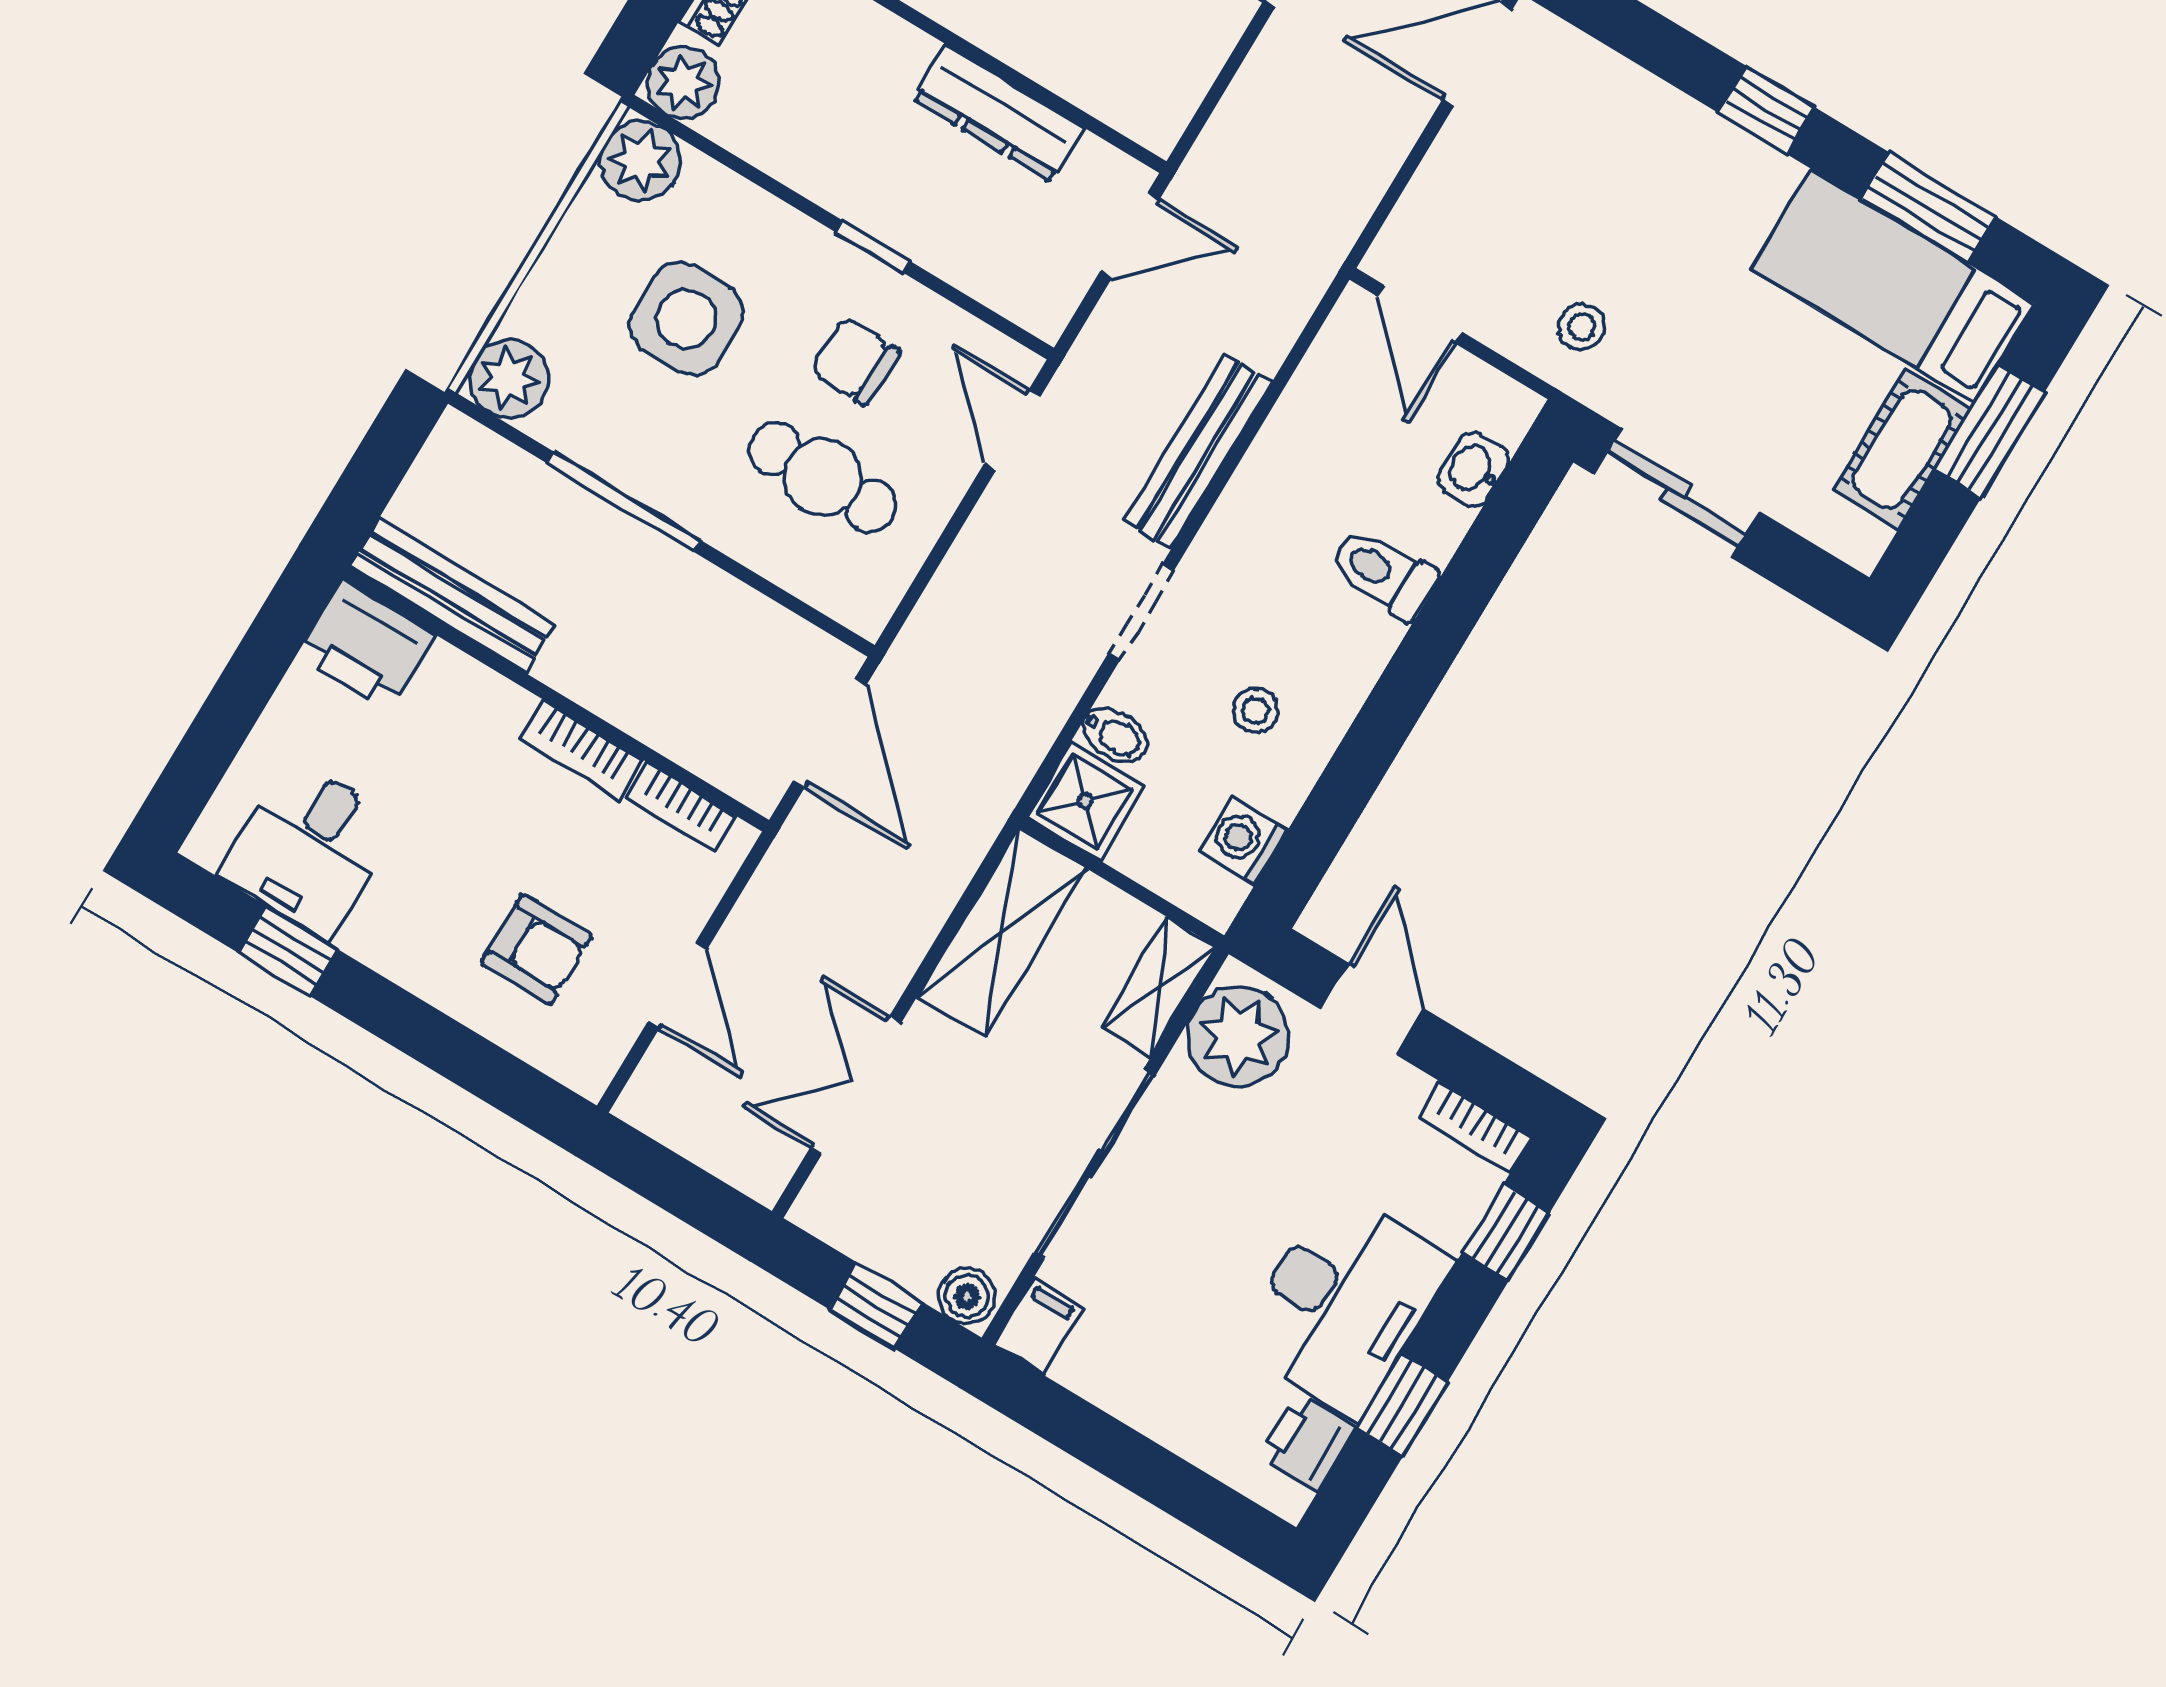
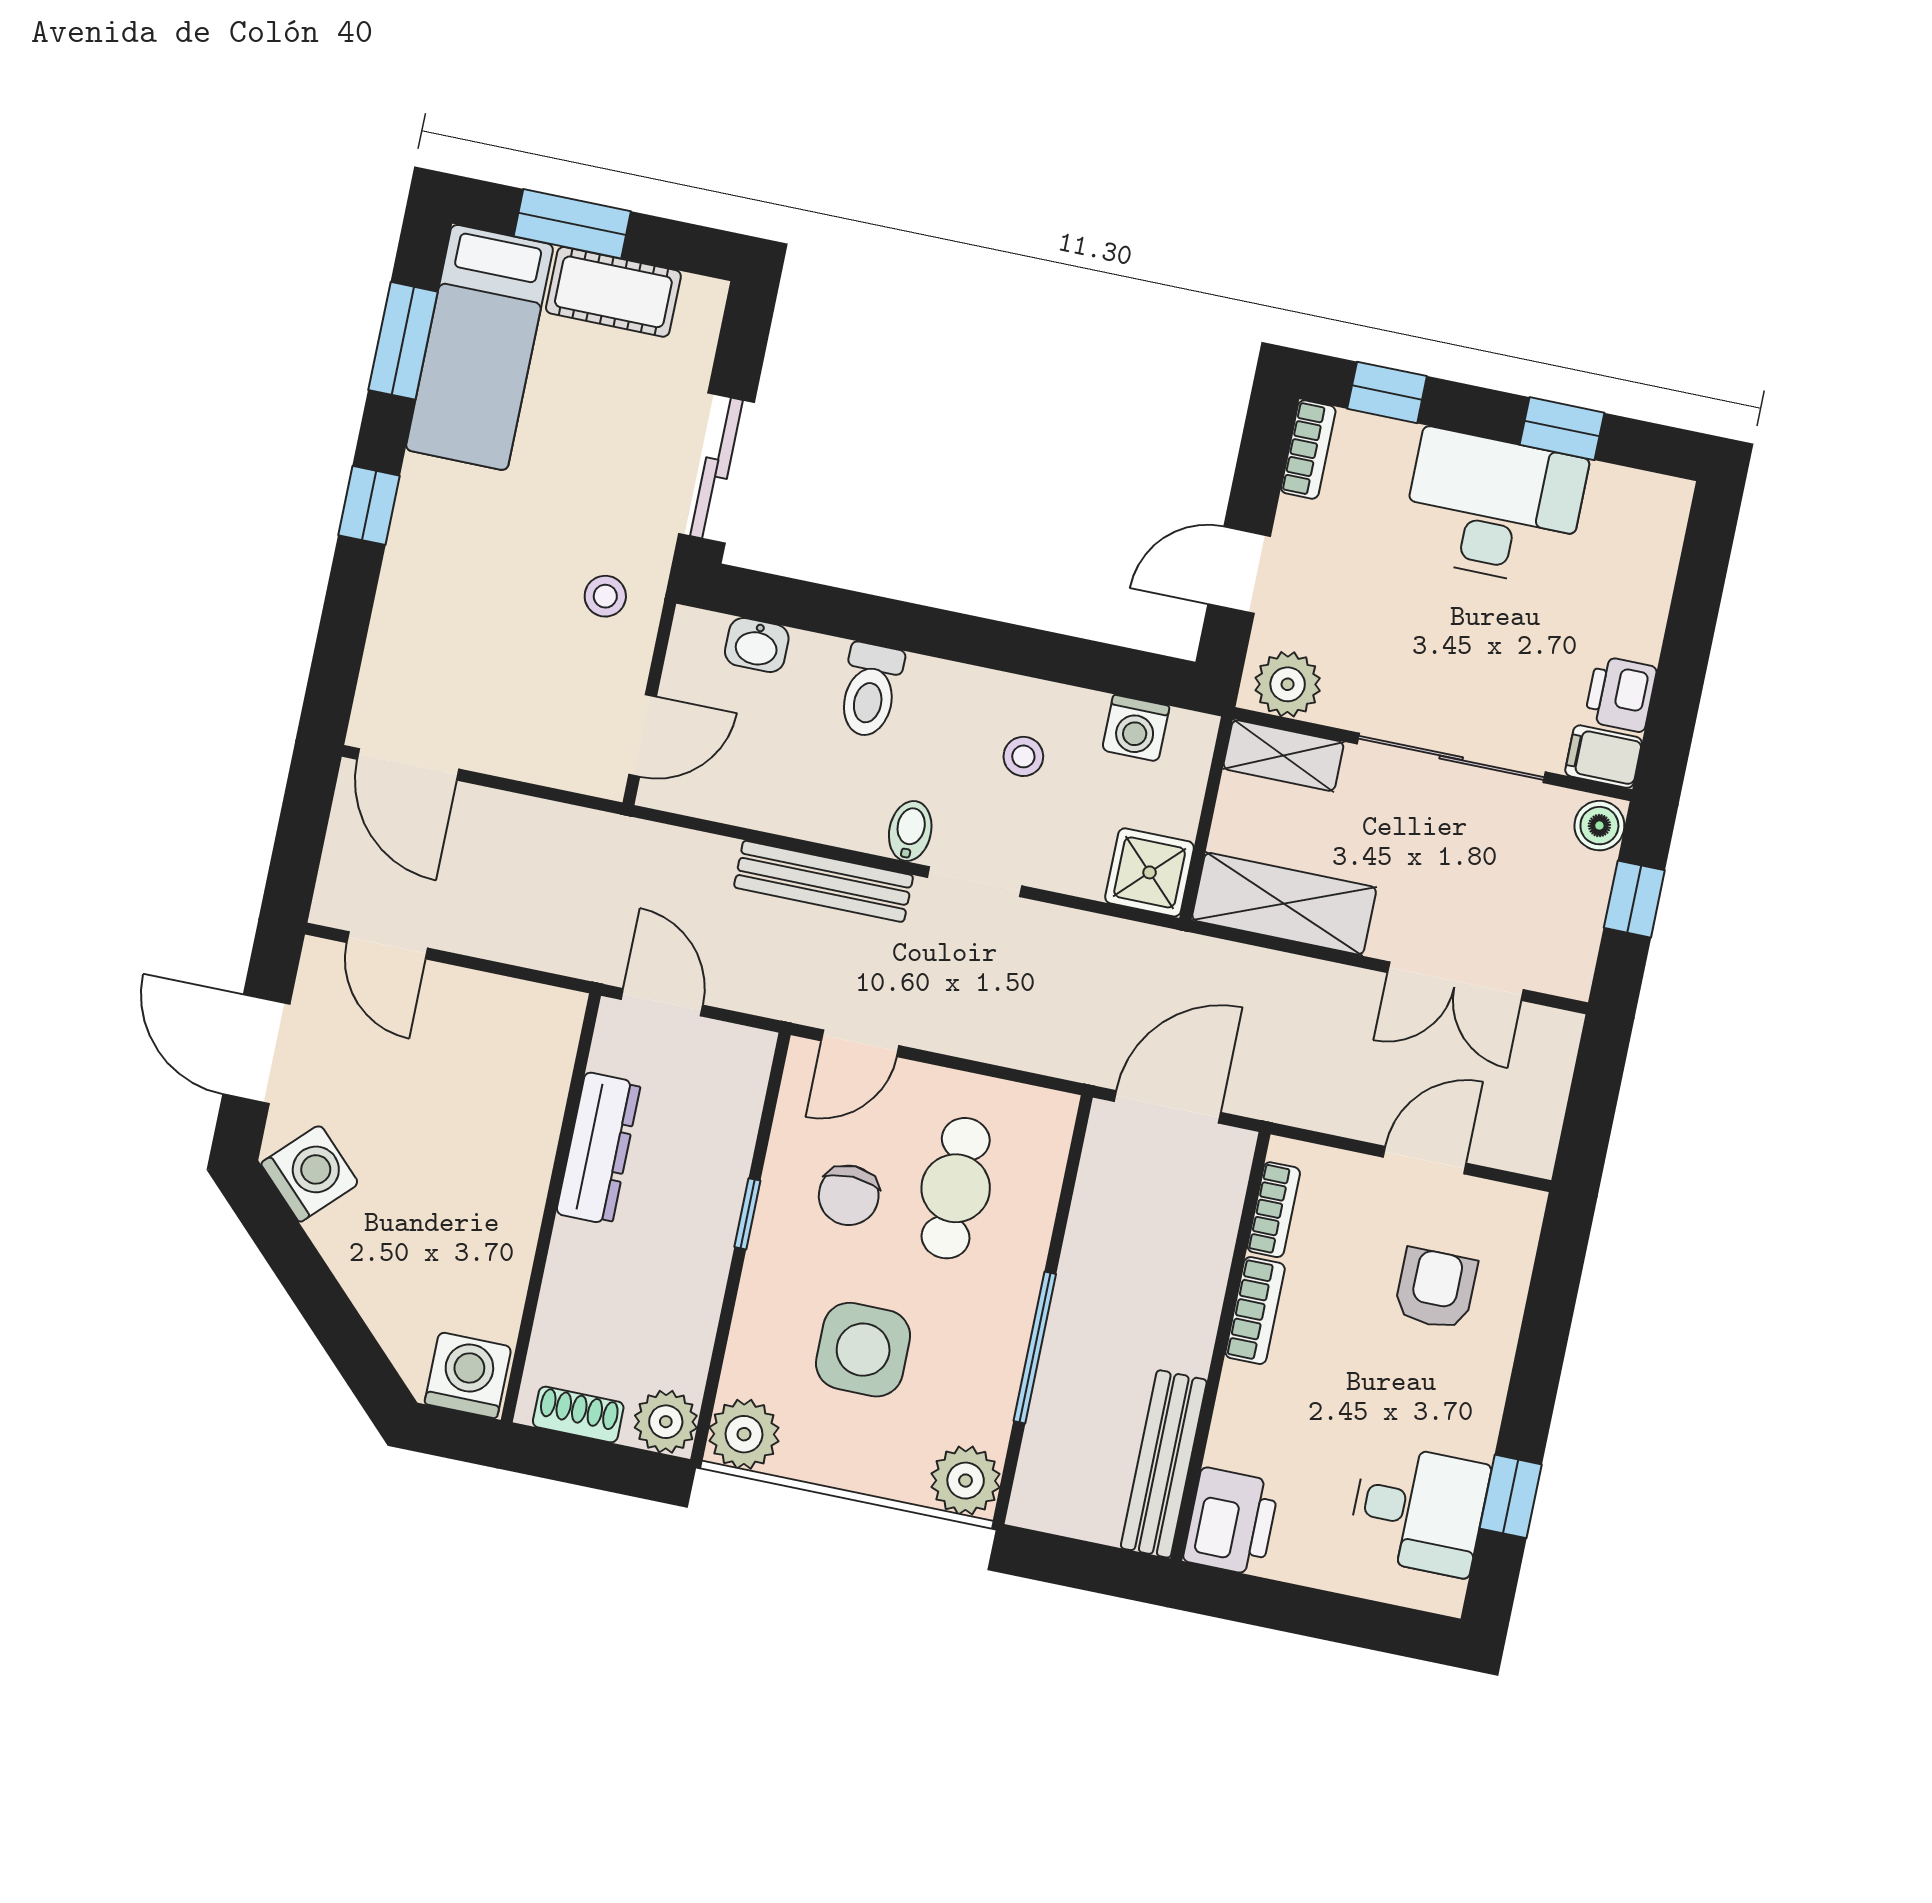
bidet: (1115, 735) -> (910, 831), moved
plant: (1238, 1036) -> (1288, 684), width x0.73, depth x0.73
printer: (1307, 1443) -> (1621, 694), moved, turned 90

